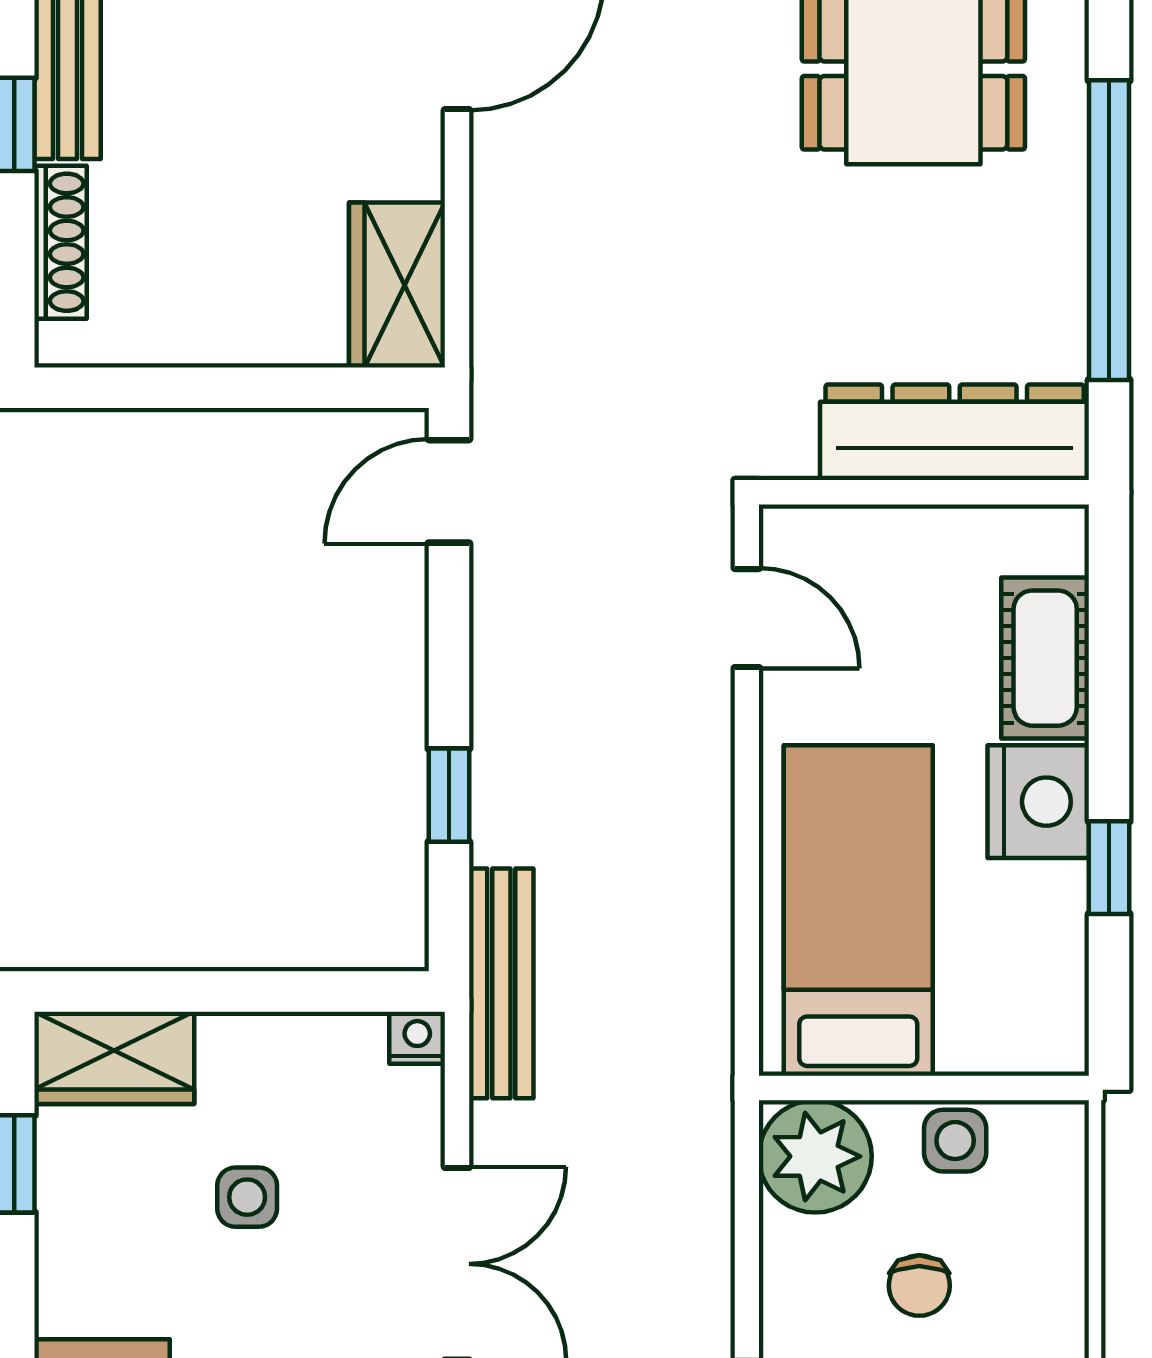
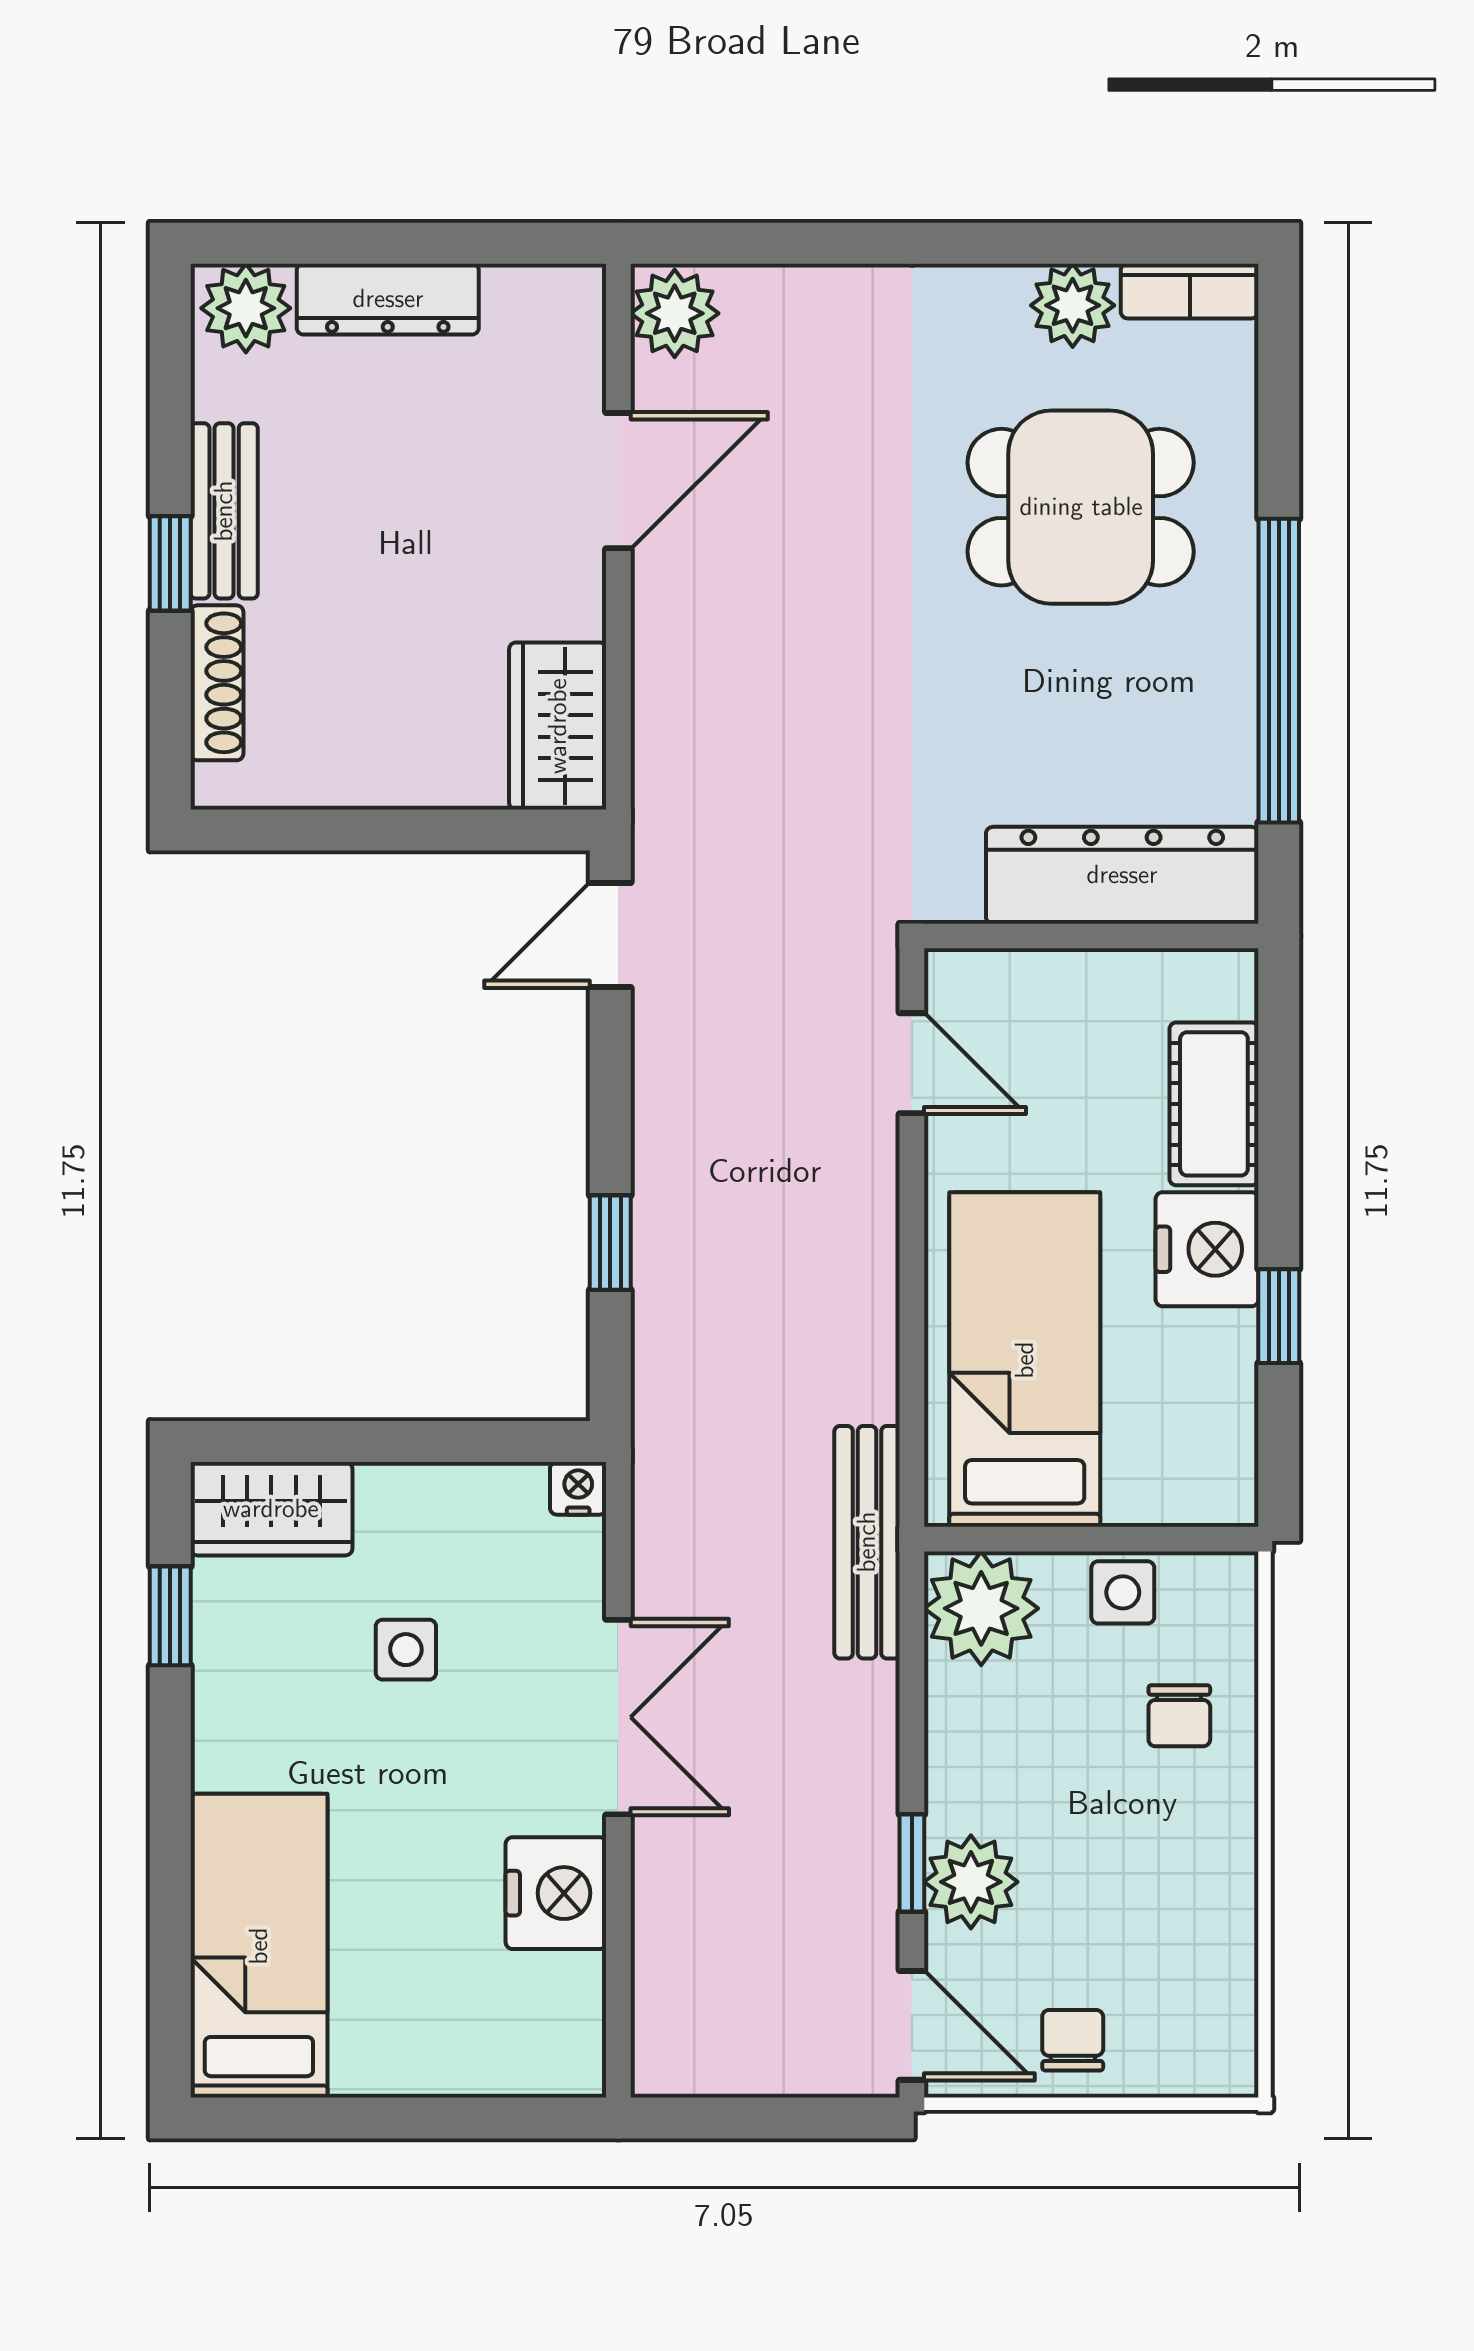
bench: (501, 983) -> (867, 1542), moved
chair: (919, 1286) -> (1179, 1716), moved

